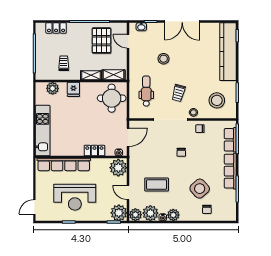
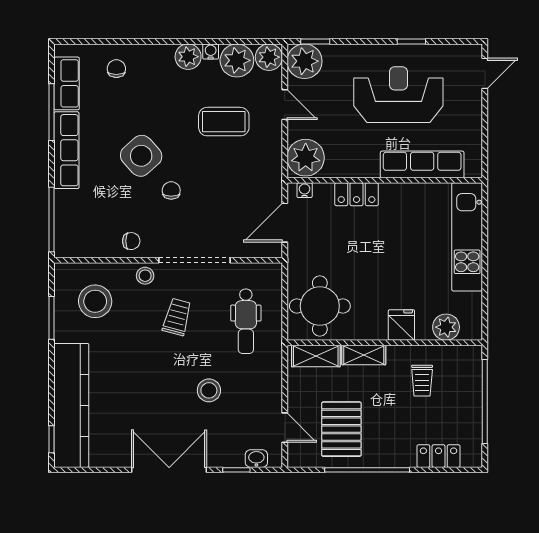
row of seats: (230, 140) -> (67, 83), moved
row of seats: (64, 164) -> (422, 164), width x0.73
side table: (200, 189) -> (141, 156), moved

